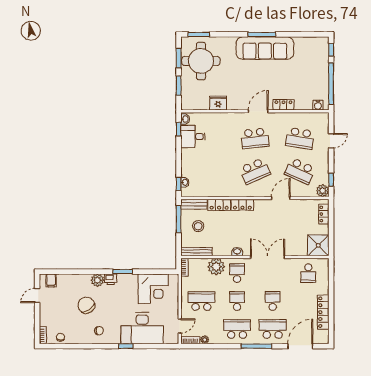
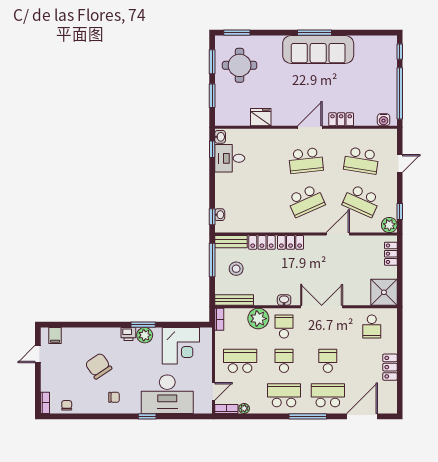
round table: (201, 61) -> (240, 65), width x0.73, depth x0.73
plant: (97, 280) -> (145, 335), moved
locker: (323, 312) -> (390, 367), width x0.66

